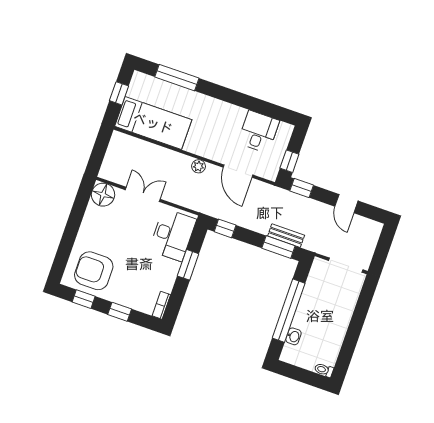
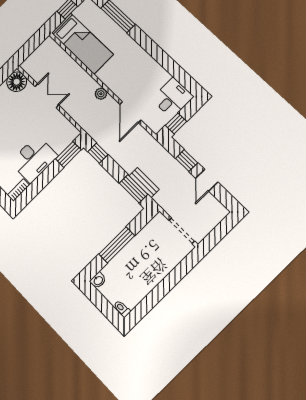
desk: (258, 132) -> (172, 98), moved
window: (302, 188) -> (187, 161), moved
desk: (173, 235) -> (34, 159), moved
window: (188, 265) -> (68, 154), moved
window: (289, 311) -> (117, 245), width x0.68
washbasin: (293, 336) -> (98, 280), moved

